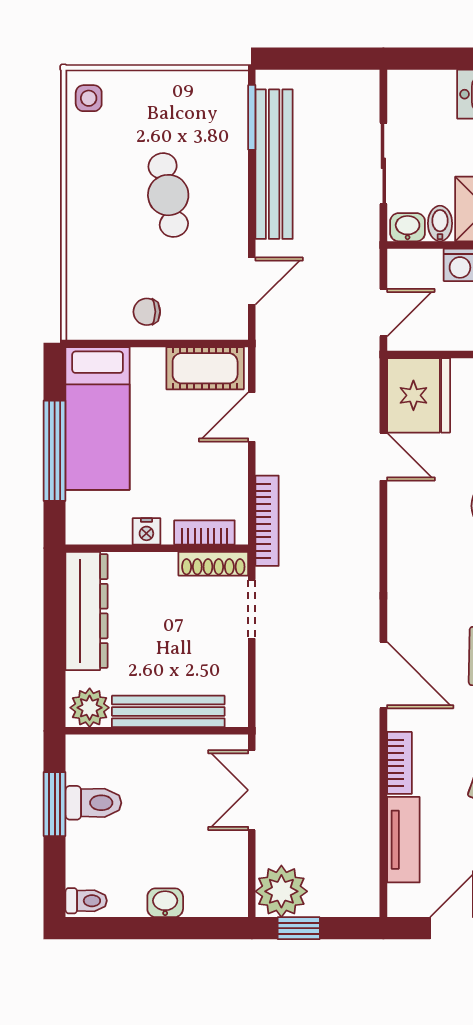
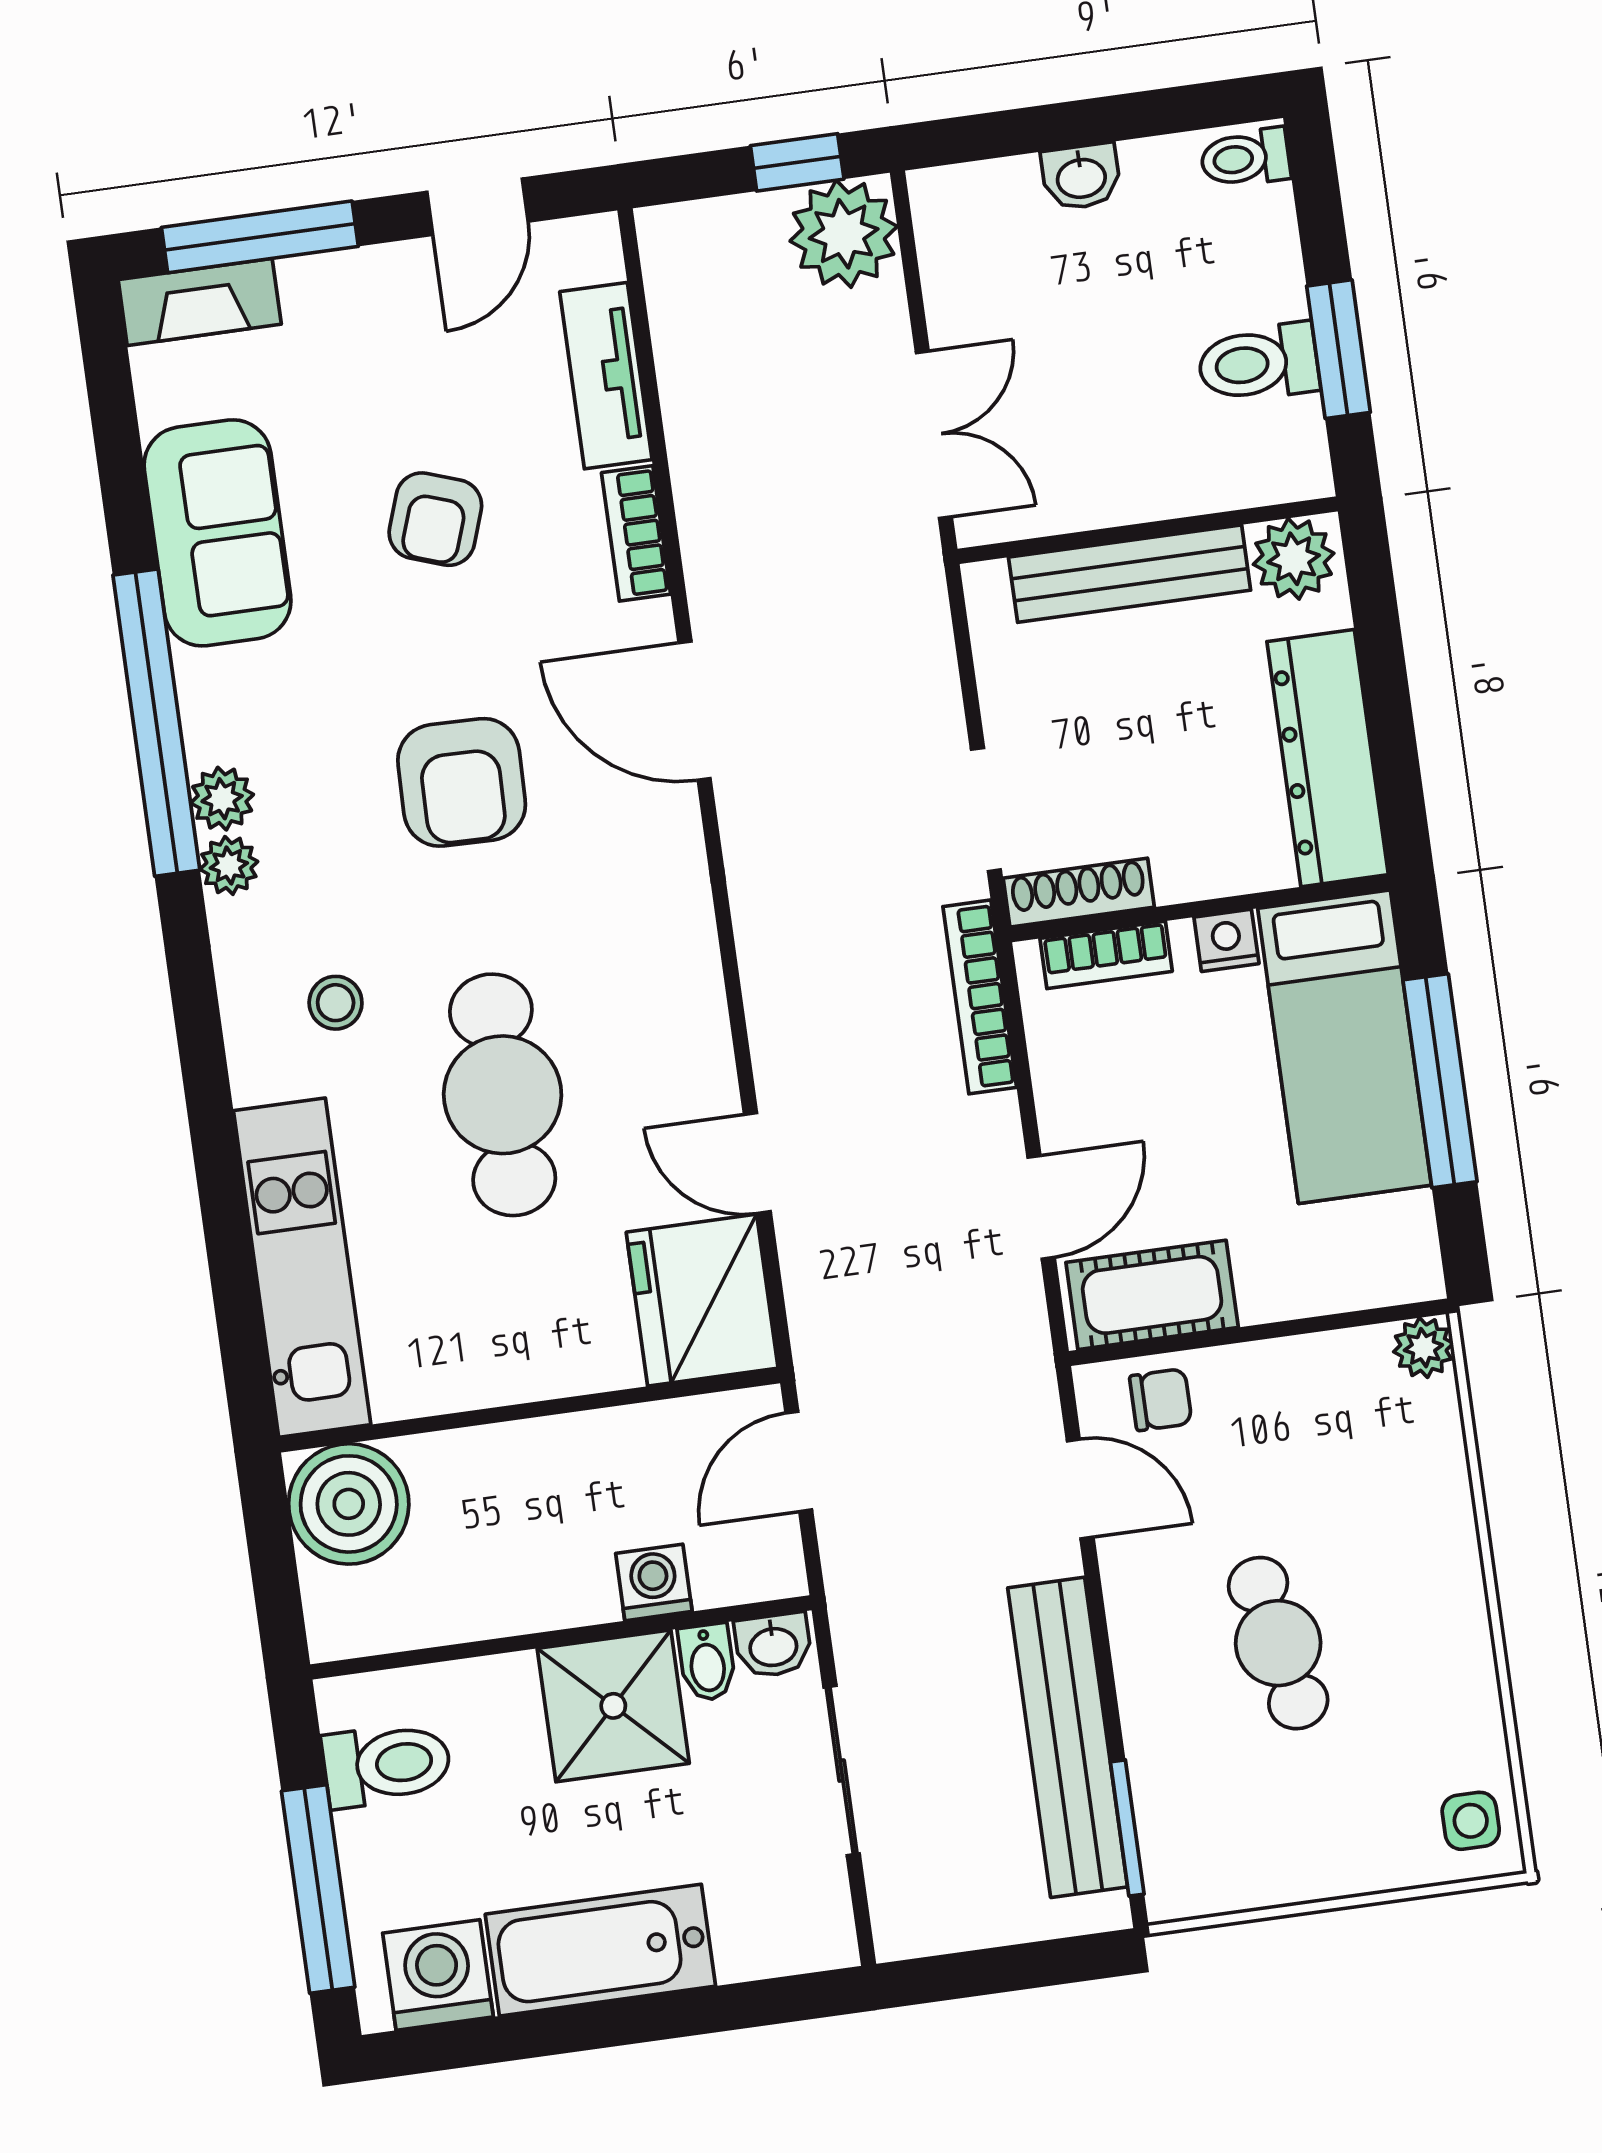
door: (252, 281) -> (1080, 1489), swing flipped
chair: (147, 312) -> (1161, 1400), moved
plant: (80, 325) -> (1423, 1348), added
bed: (98, 418) -> (1344, 1047), moved, turned 180

